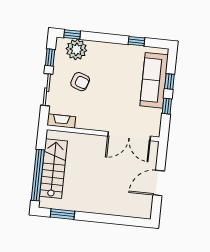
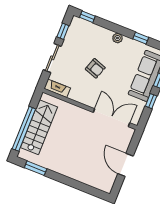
plant: (76, 49) -> (117, 38), moved, width x0.53, depth x0.53
armchair: (80, 82) -> (95, 68), moved
double door: (129, 136) -> (112, 118), swing flipped
door: (159, 183) -> (126, 165), hinge flipped

